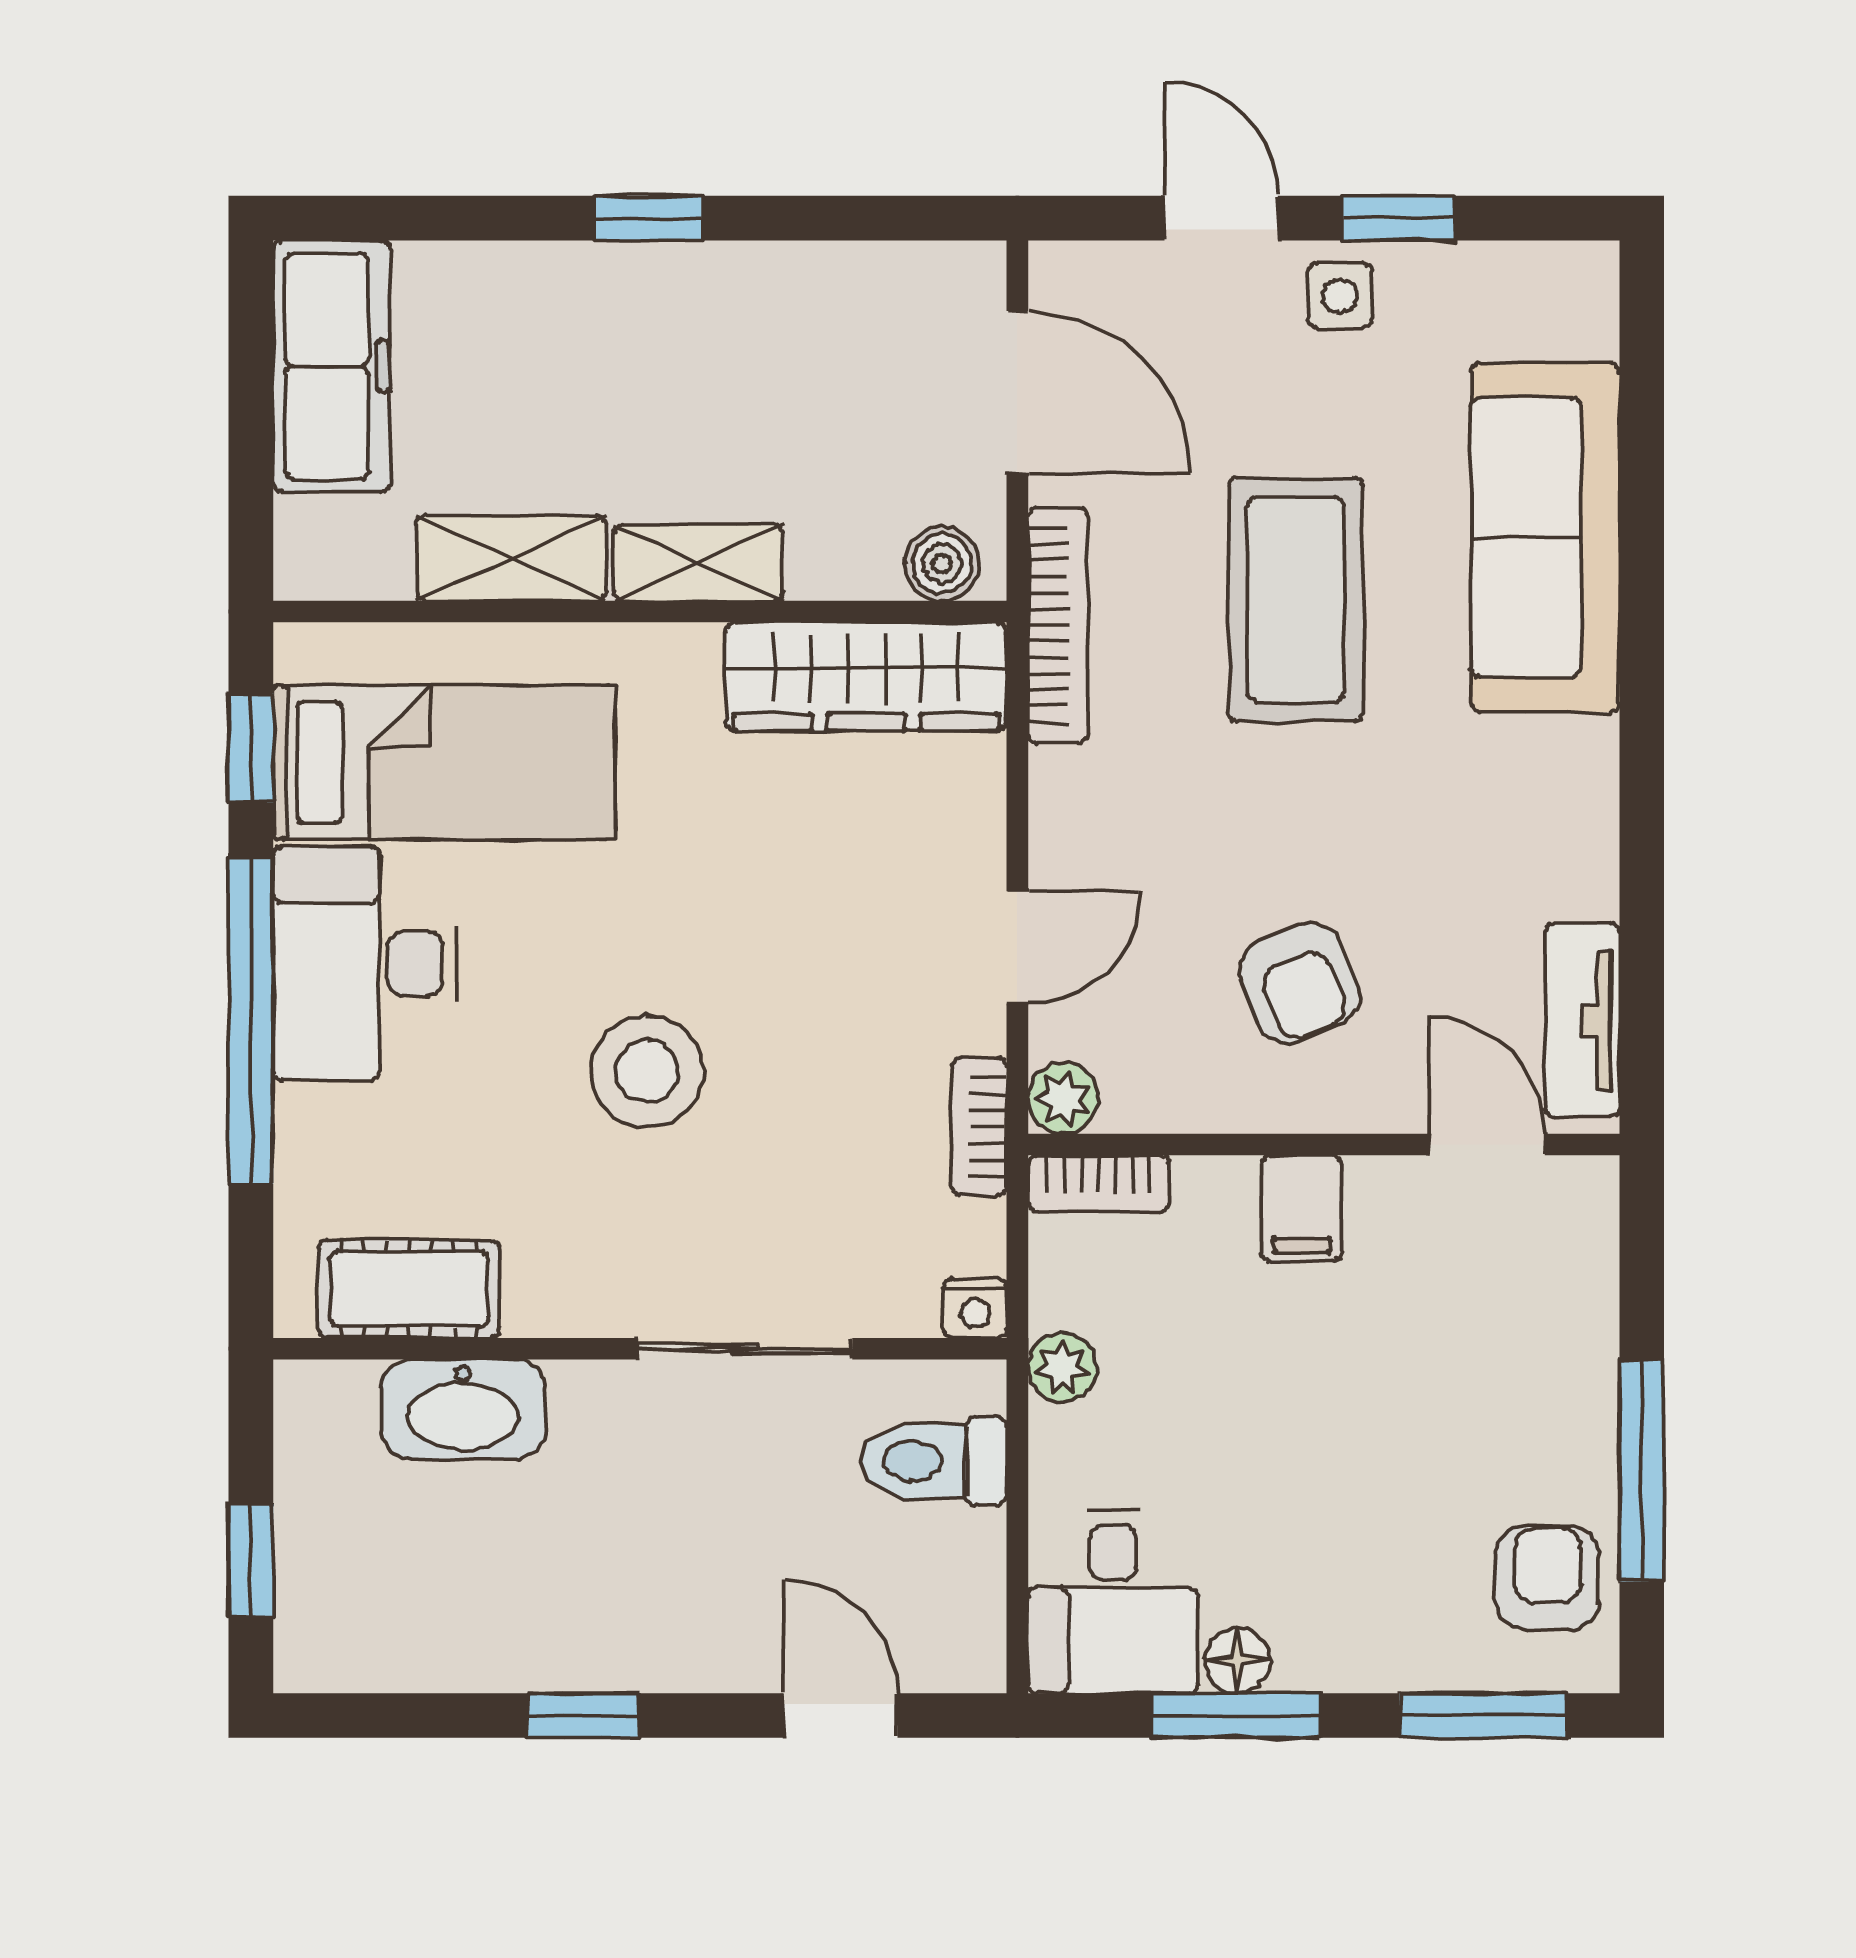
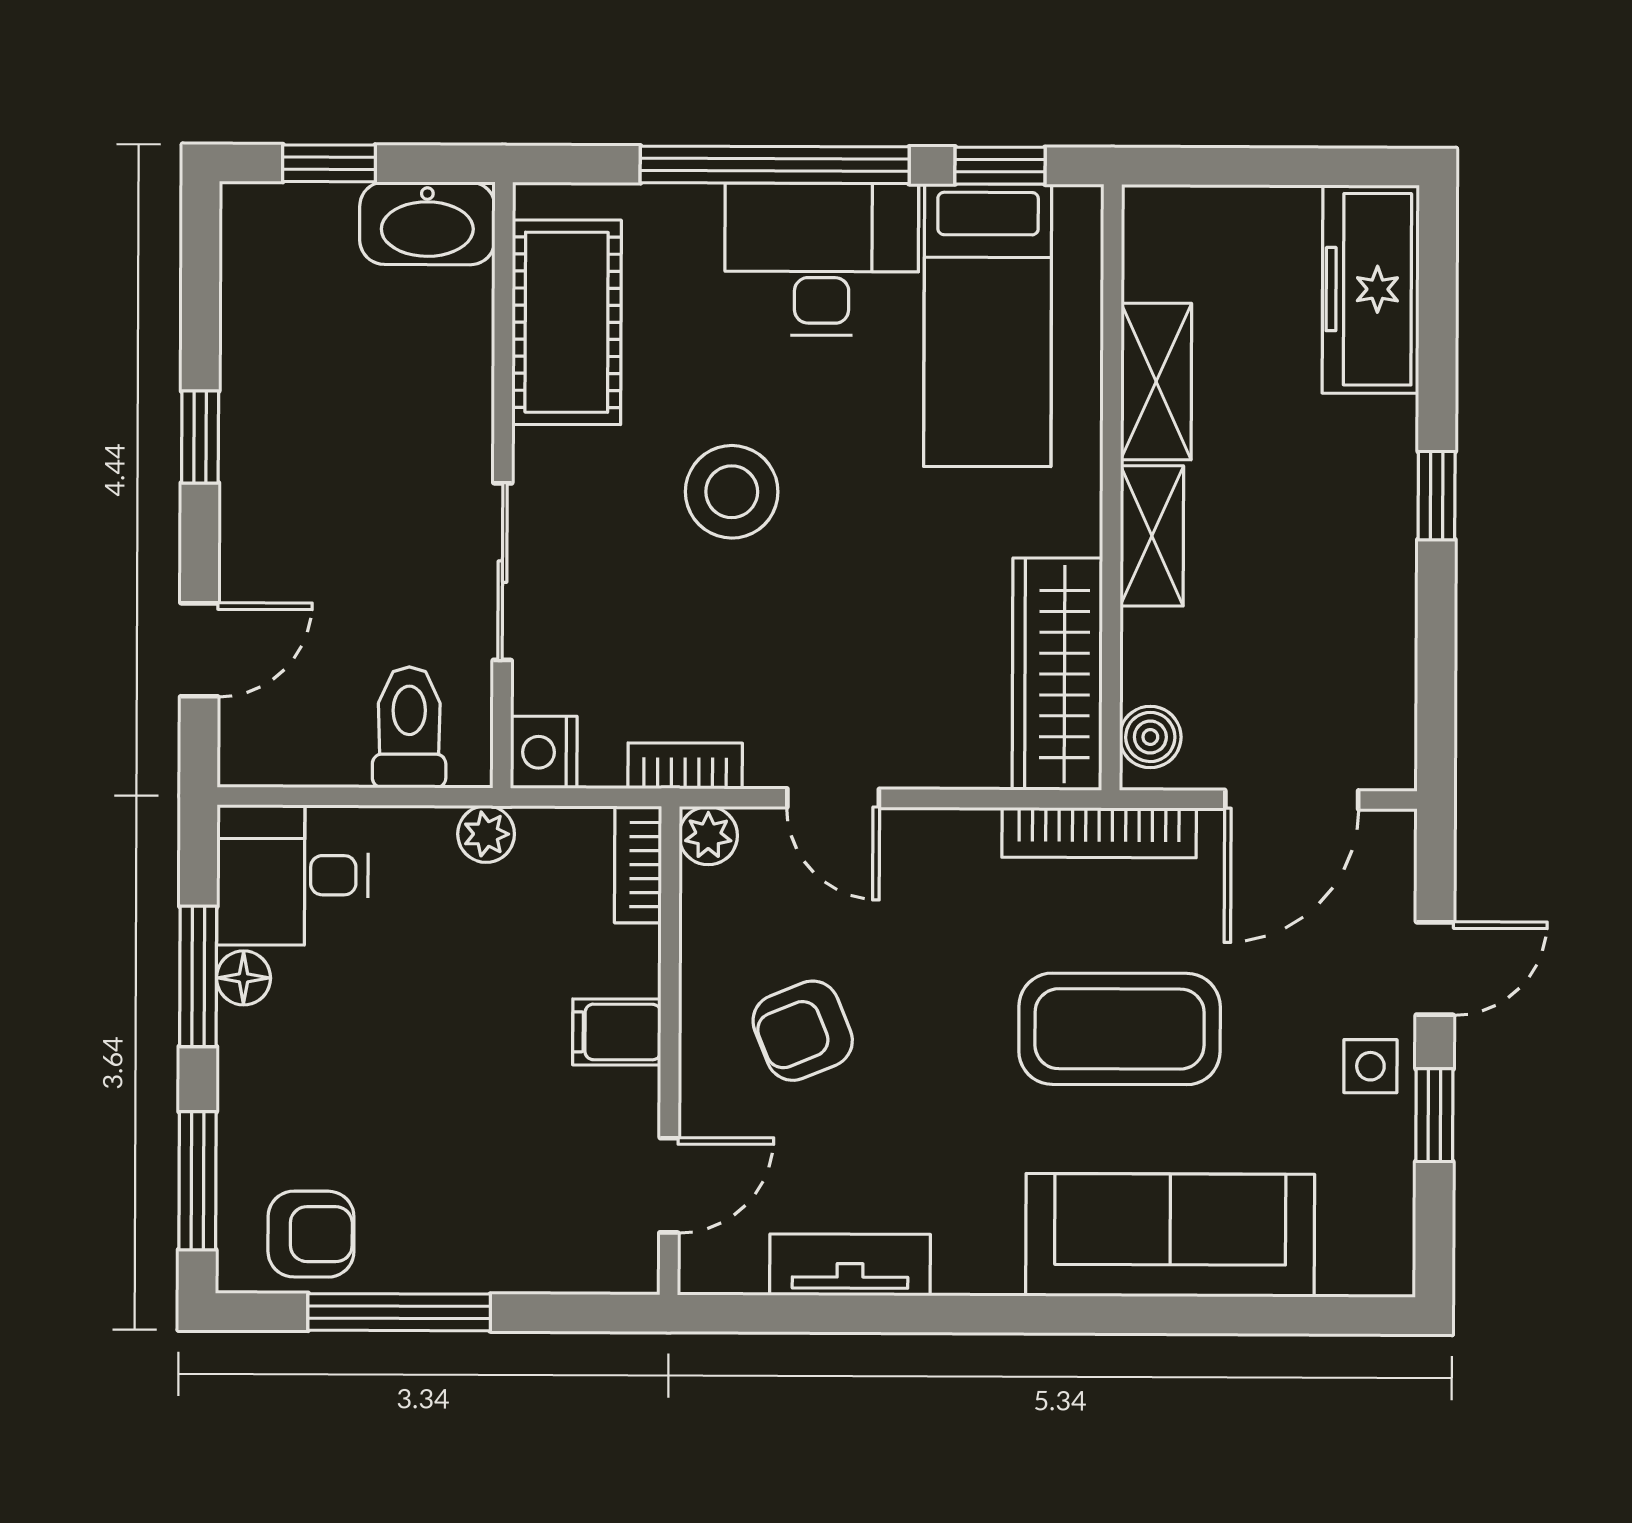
freezer: (332, 366) -> (1371, 289), moved, turned 90
tv unit: (1582, 1020) -> (850, 1265), moved
cot: (409, 1289) -> (567, 322), width x1.37, depth x1.34
nightstand: (975, 1308) -> (544, 752), width x1.39, depth x1.35
washbasin: (463, 1409) -> (427, 223), moved, turned -90

